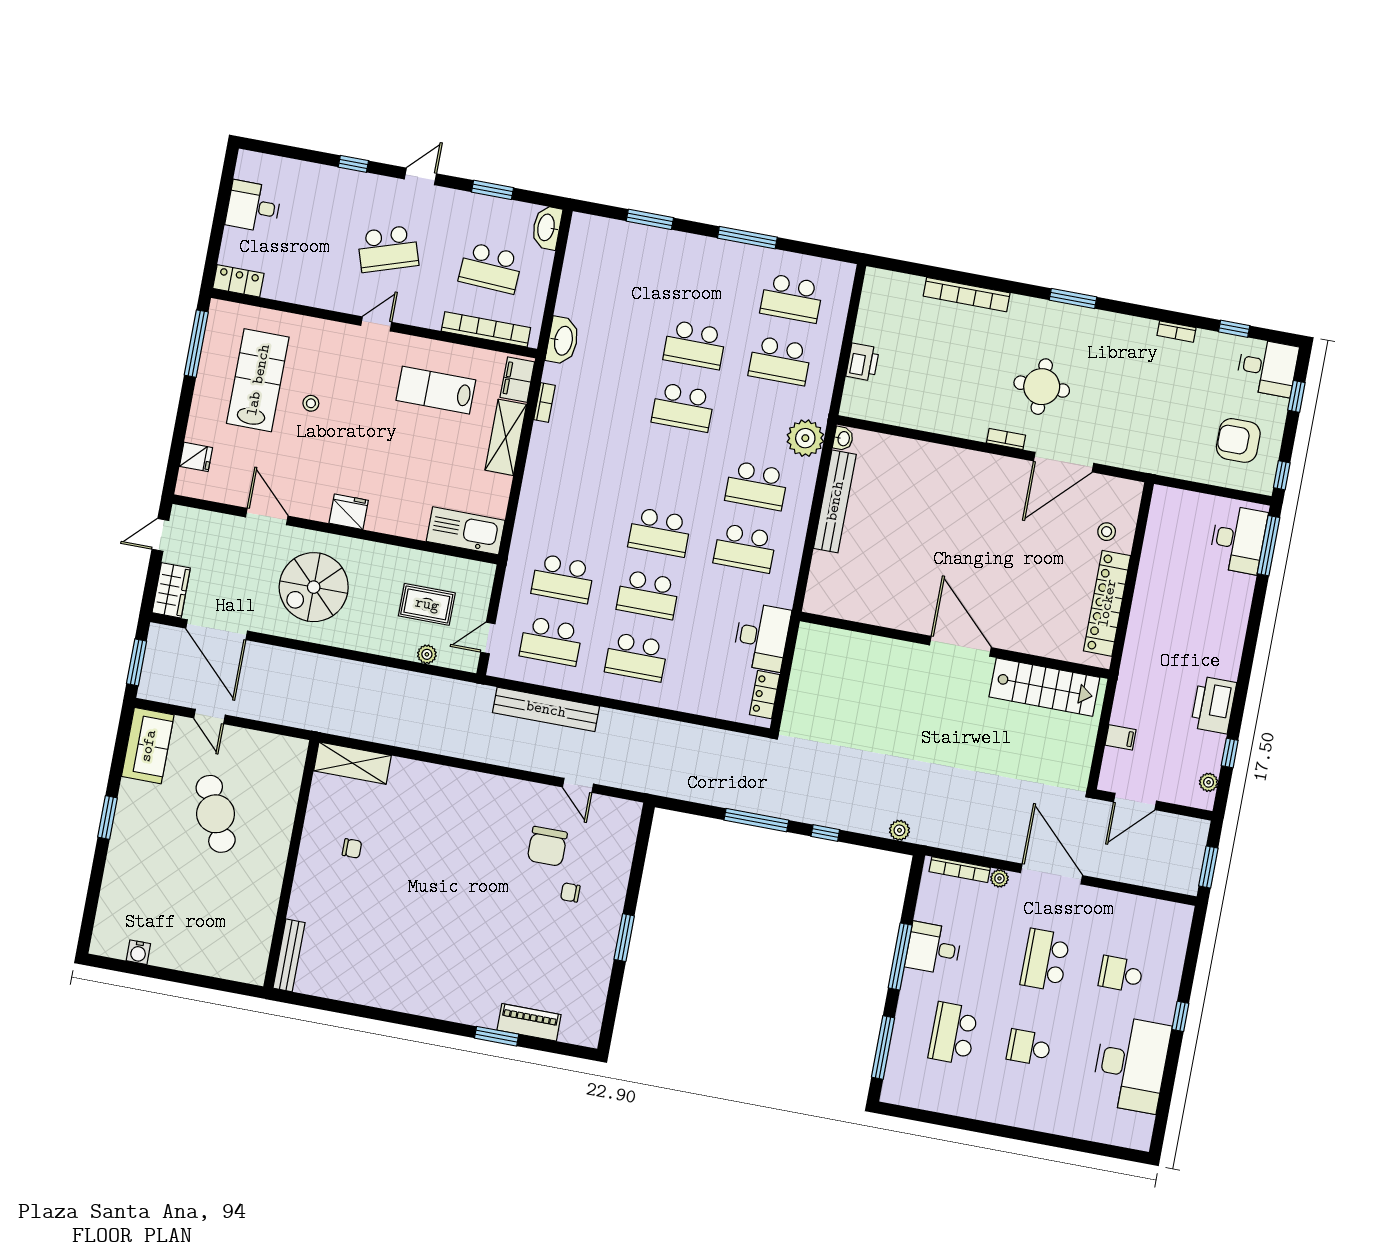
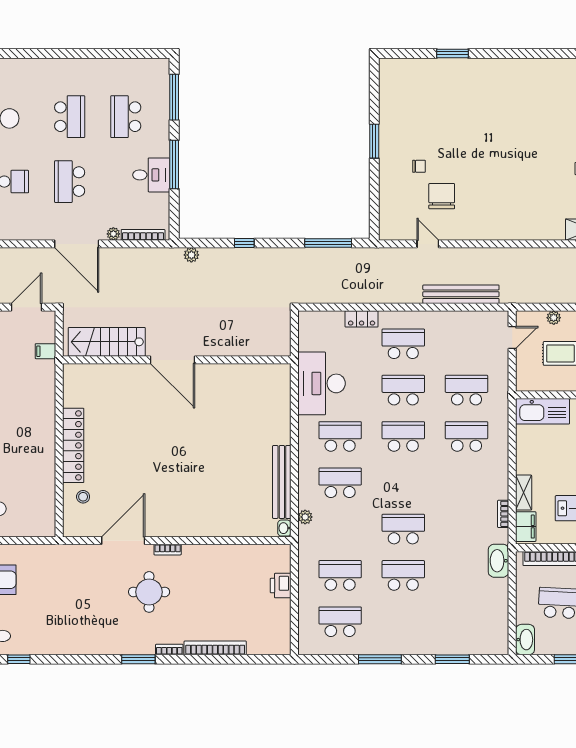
bookcase: (1176, 332) -> (169, 649), moved
shelving: (506, 437) -> (524, 493), width x0.67, depth x0.75
plant: (805, 438) -> (305, 517), width x0.53, depth x0.53
desk: (762, 637) -> (322, 383), width x1.36, depth x1.30
school desk: (551, 641) -> (466, 436), moved
wall: (955, 645) -> (177, 360), moved
door: (960, 646) -> (173, 360), moved
stairs: (1044, 687) -> (107, 342), moved
locker: (765, 695) -> (362, 319), moved, turned 90
window: (756, 820) -> (328, 243), moved
school desk: (1045, 960) -> (70, 182), turned 180
piano: (529, 1022) -> (431, 68), removed
school desk: (953, 1033) -> (126, 117), turned 180
school desk: (1029, 1048) -> (70, 117), width x1.85

